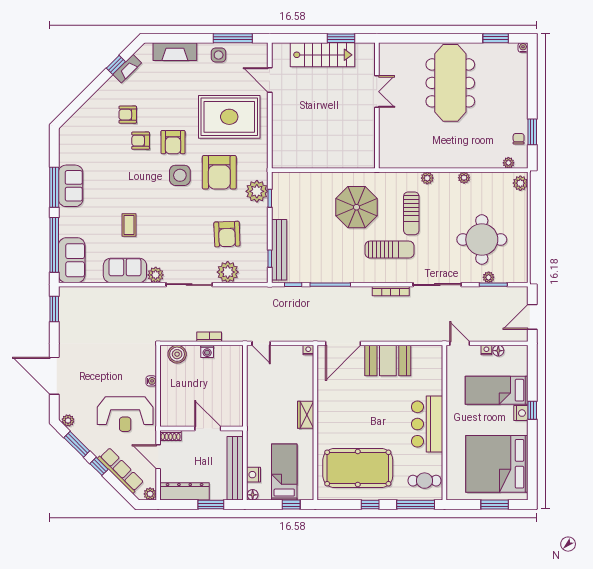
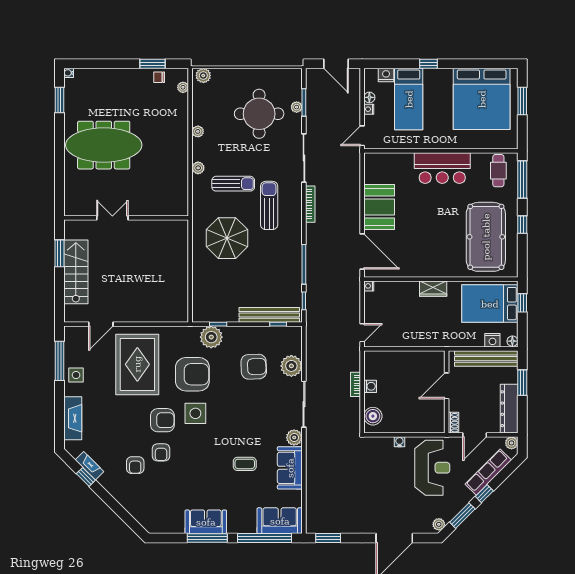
nightstand: (521, 413) -> (386, 75), moved
bed: (284, 472) -> (490, 304), width x1.50

